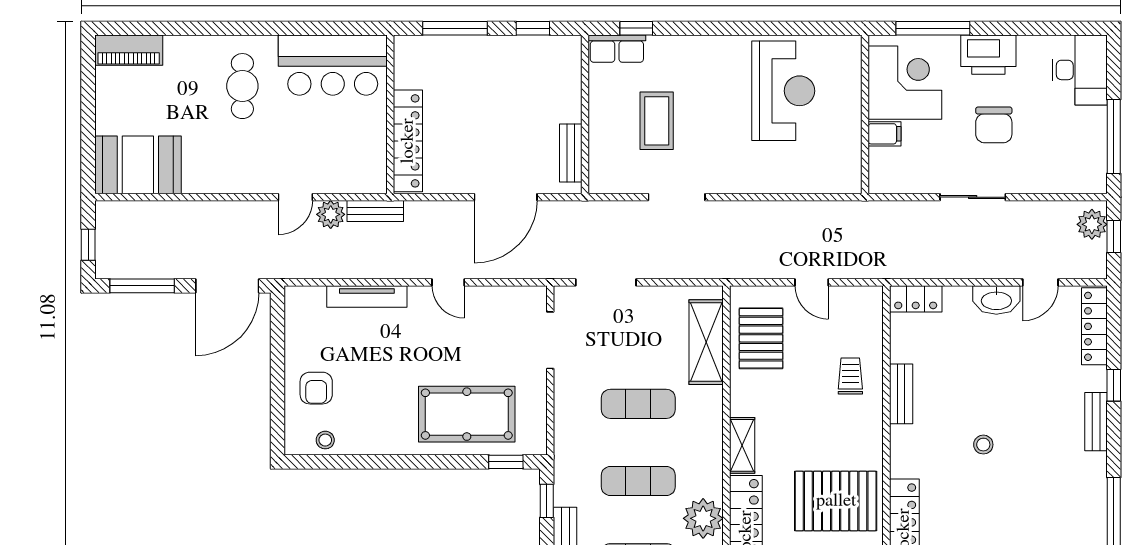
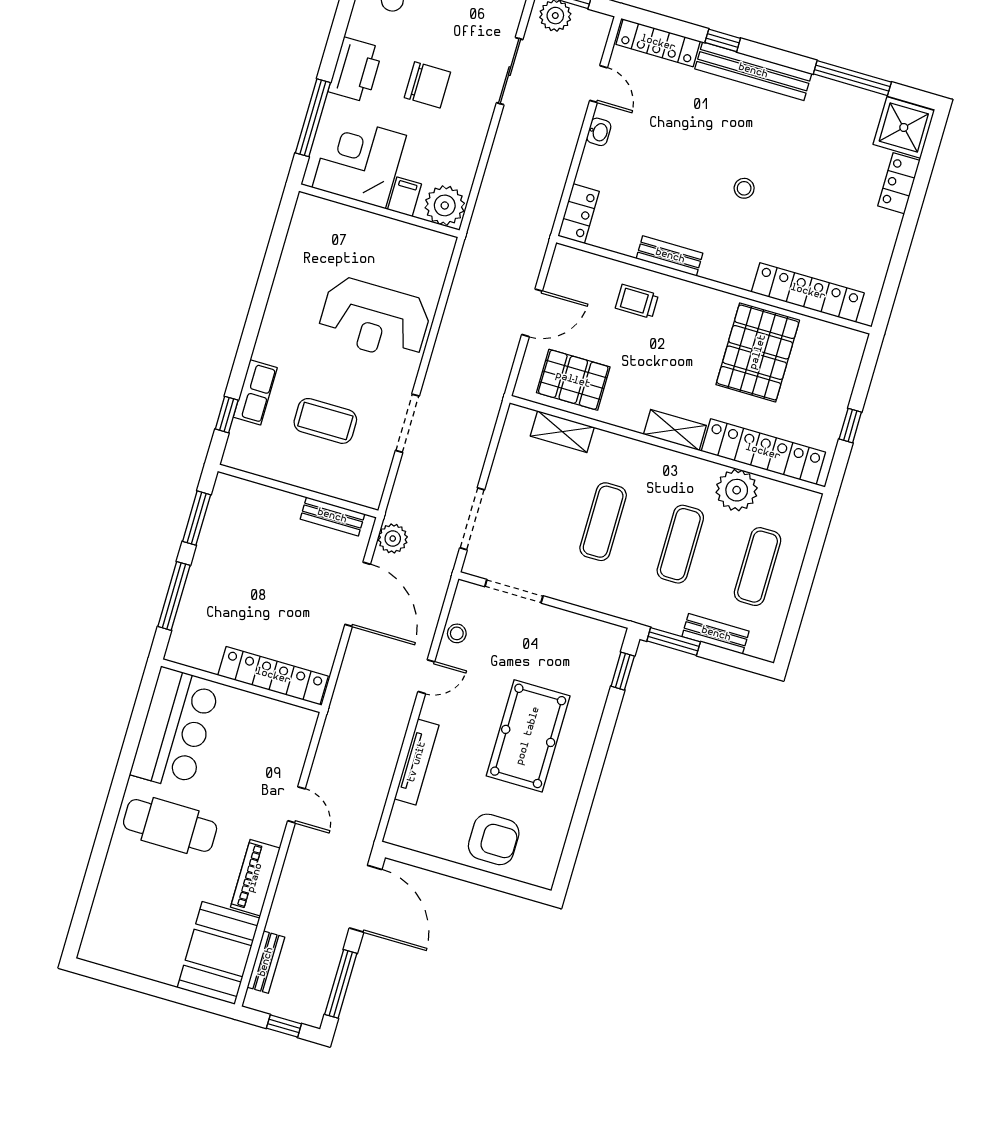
window: (533, 28) -> (197, 518), width x1.50
row of seats: (617, 49) -> (255, 392), moved
piano: (129, 50) -> (255, 878), moved, turned 180
cafe table: (242, 86) -> (170, 825), width x1.37, depth x1.35
reception desk: (783, 91) -> (375, 319), moved, turned 180
plant: (887, 173) -> (445, 205), added
sliding door: (973, 197) -> (510, 71), moved
bench: (375, 211) -> (266, 962), moved
plant: (331, 214) -> (393, 538), moved
door: (812, 282) -> (532, 313), width x1.38
washbasin: (996, 300) -> (599, 132), width x0.52, depth x0.69
shelving: (706, 342) -> (562, 432), width x0.67, depth x0.75
armchair: (316, 388) -> (494, 839), width x1.38, depth x1.38
pool table: (467, 414) -> (528, 736), moved
bench: (1096, 422) -> (753, 71), width x1.86, depth x1.21
stool: (325, 440) -> (457, 633), moved
window: (547, 501) -> (674, 641), width x1.50

